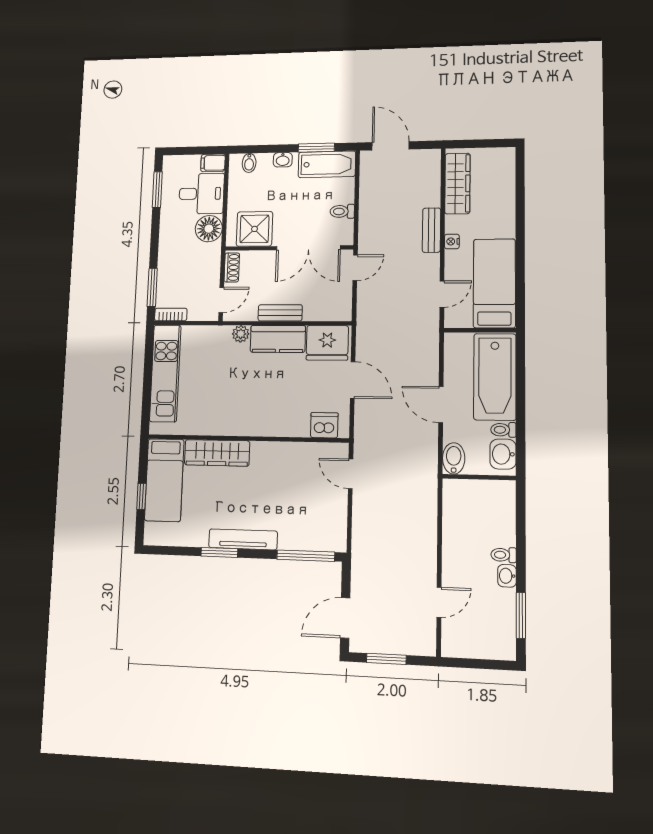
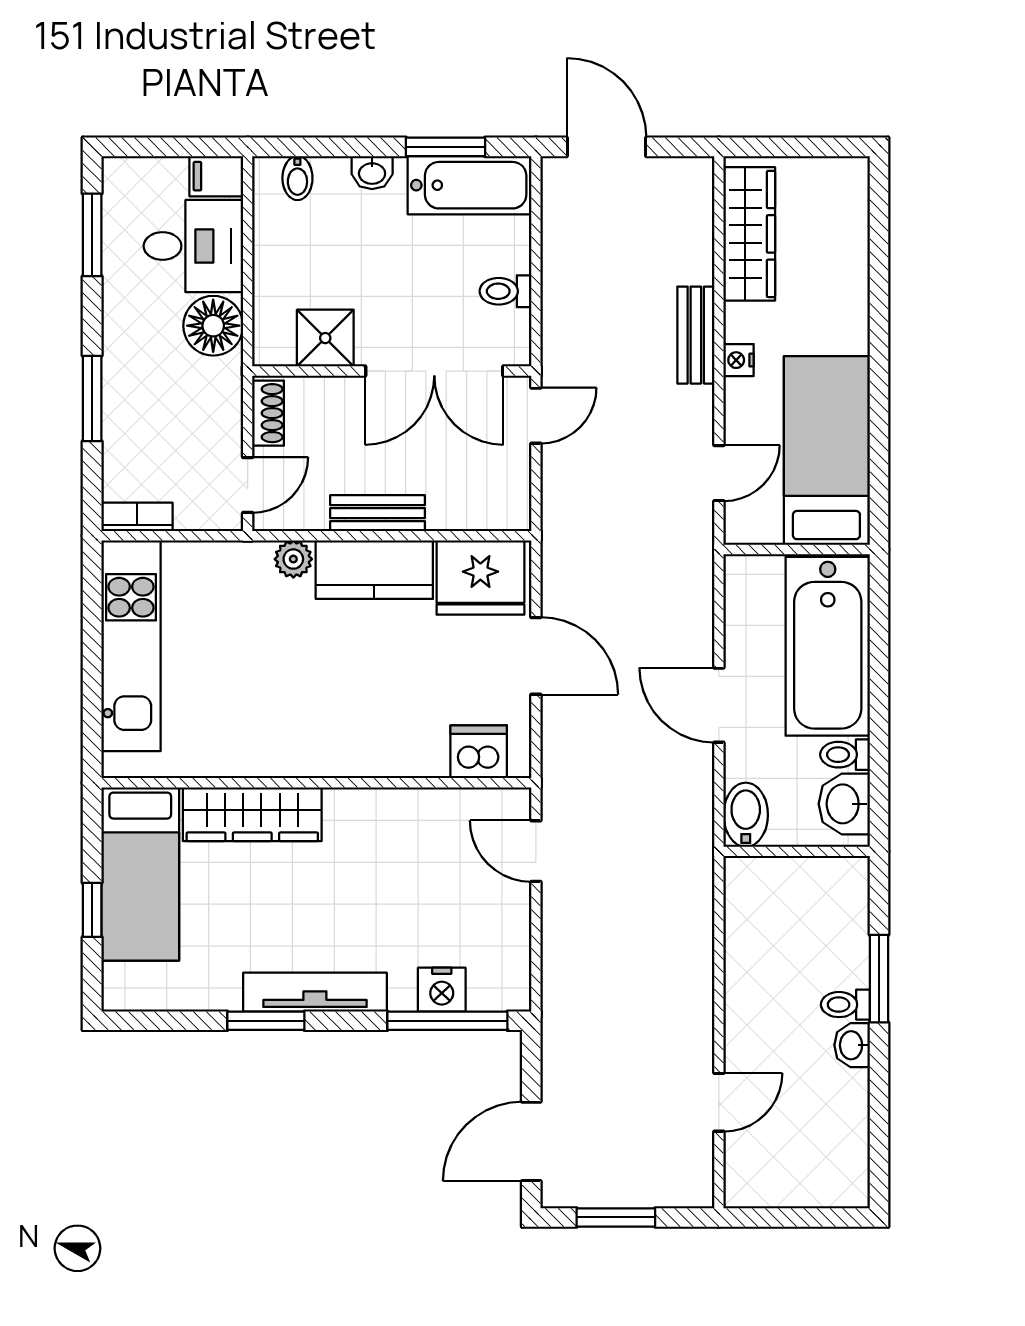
shower: (254, 229) -> (325, 338), width x0.73, depth x0.73
window: (152, 288) -> (92, 399), moved
nightstand: (303, 540) -> (442, 990), added
window: (521, 615) -> (879, 979), moved

